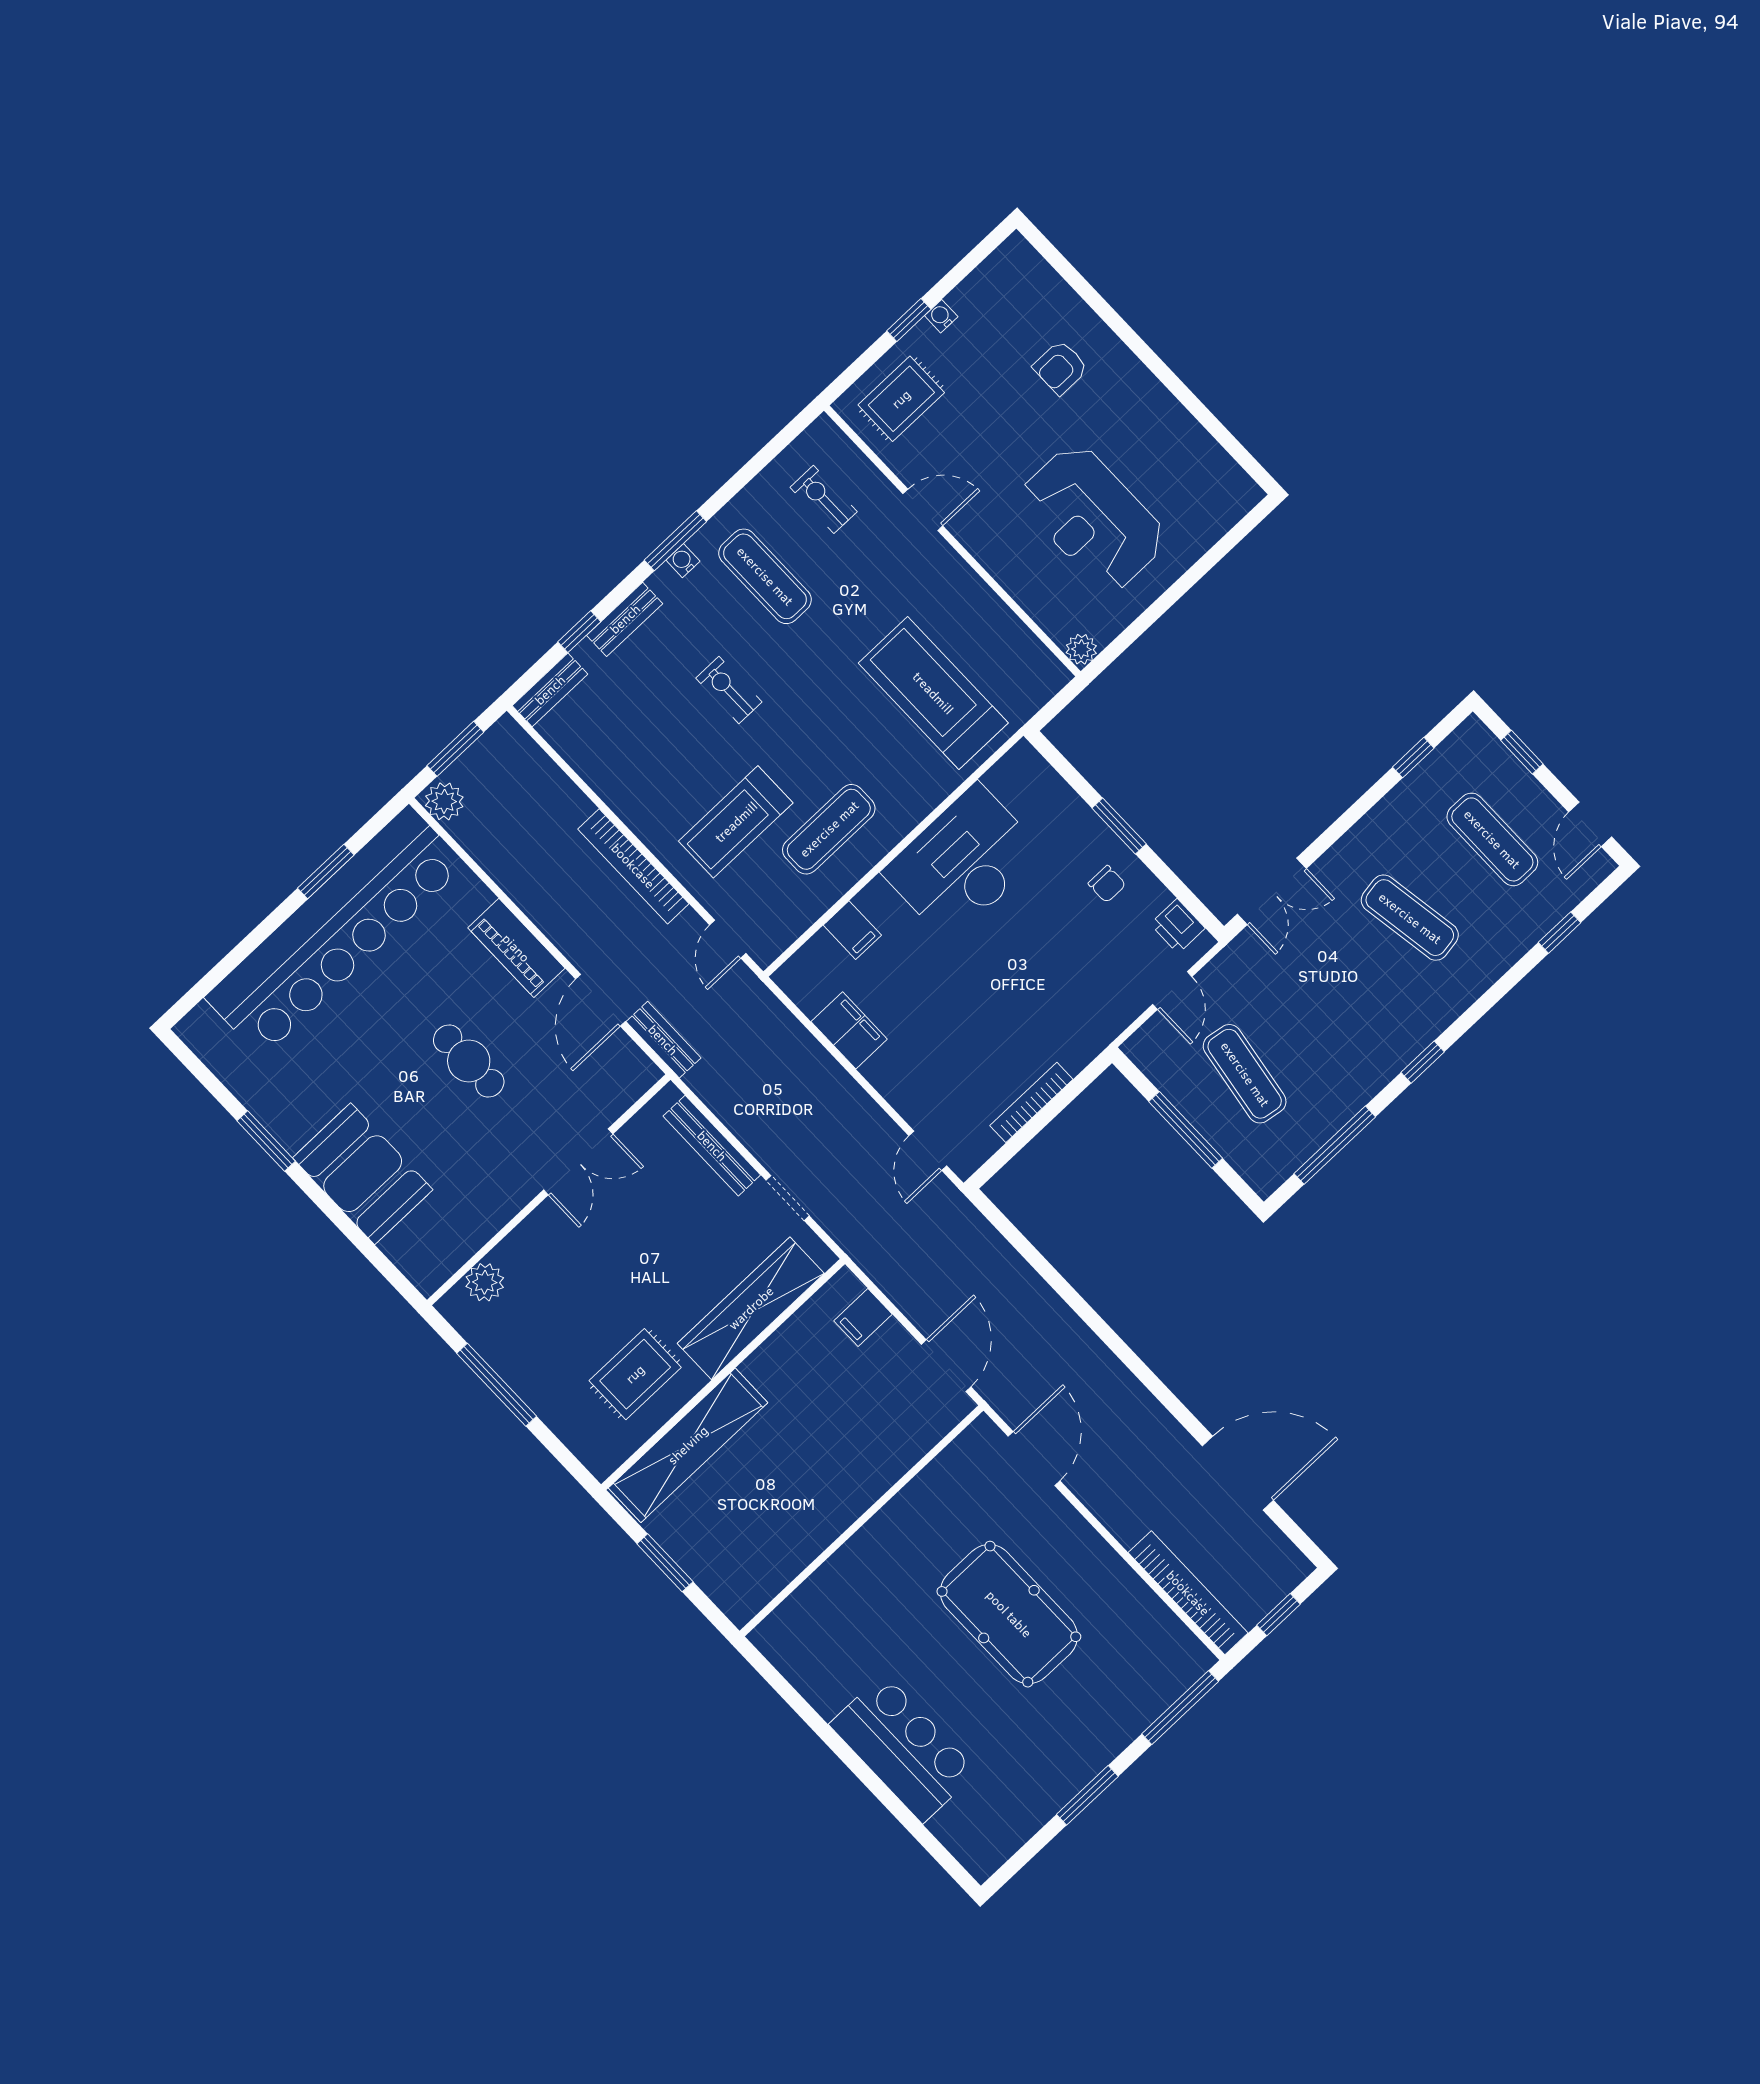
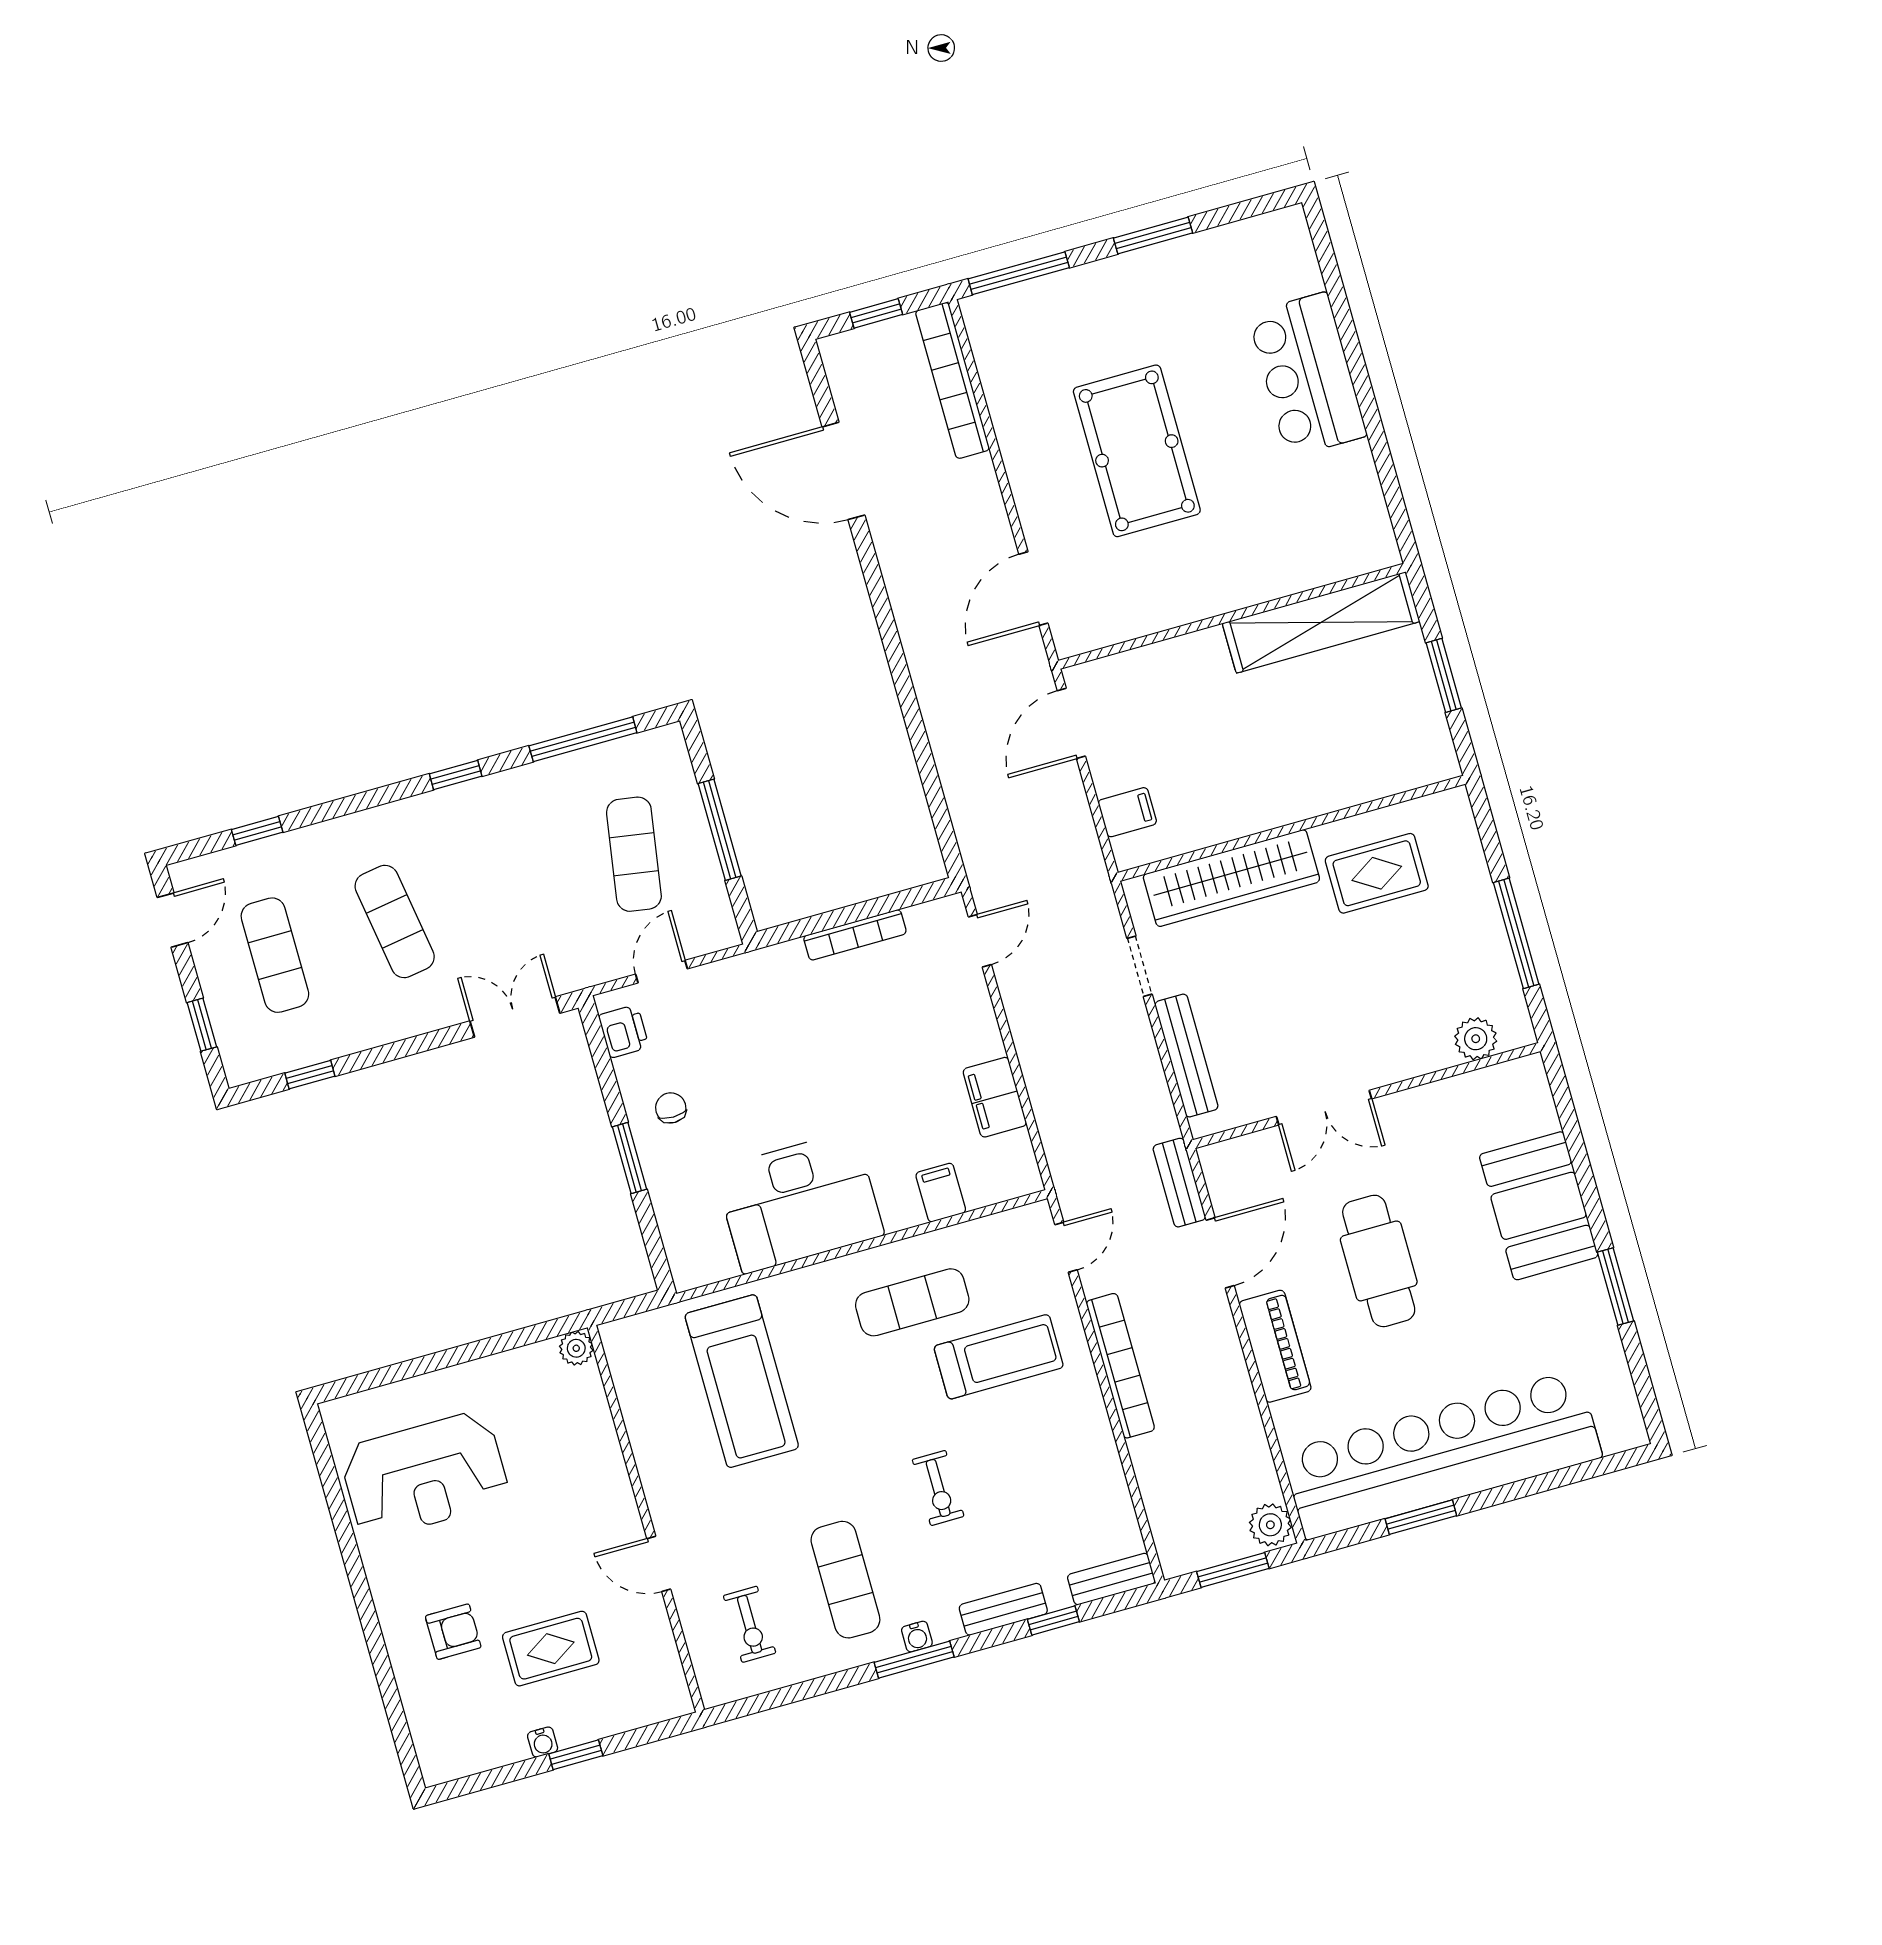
rug: (901, 399) -> (551, 1649), moved
reception desk: (1093, 518) -> (425, 1475), moved, turned 90
cafe table: (469, 1061) -> (1379, 1261), width x1.37, depth x1.35
double door: (578, 1162) -> (1324, 1108), swing flipped
shelving: (688, 1445) -> (1321, 622), moved

